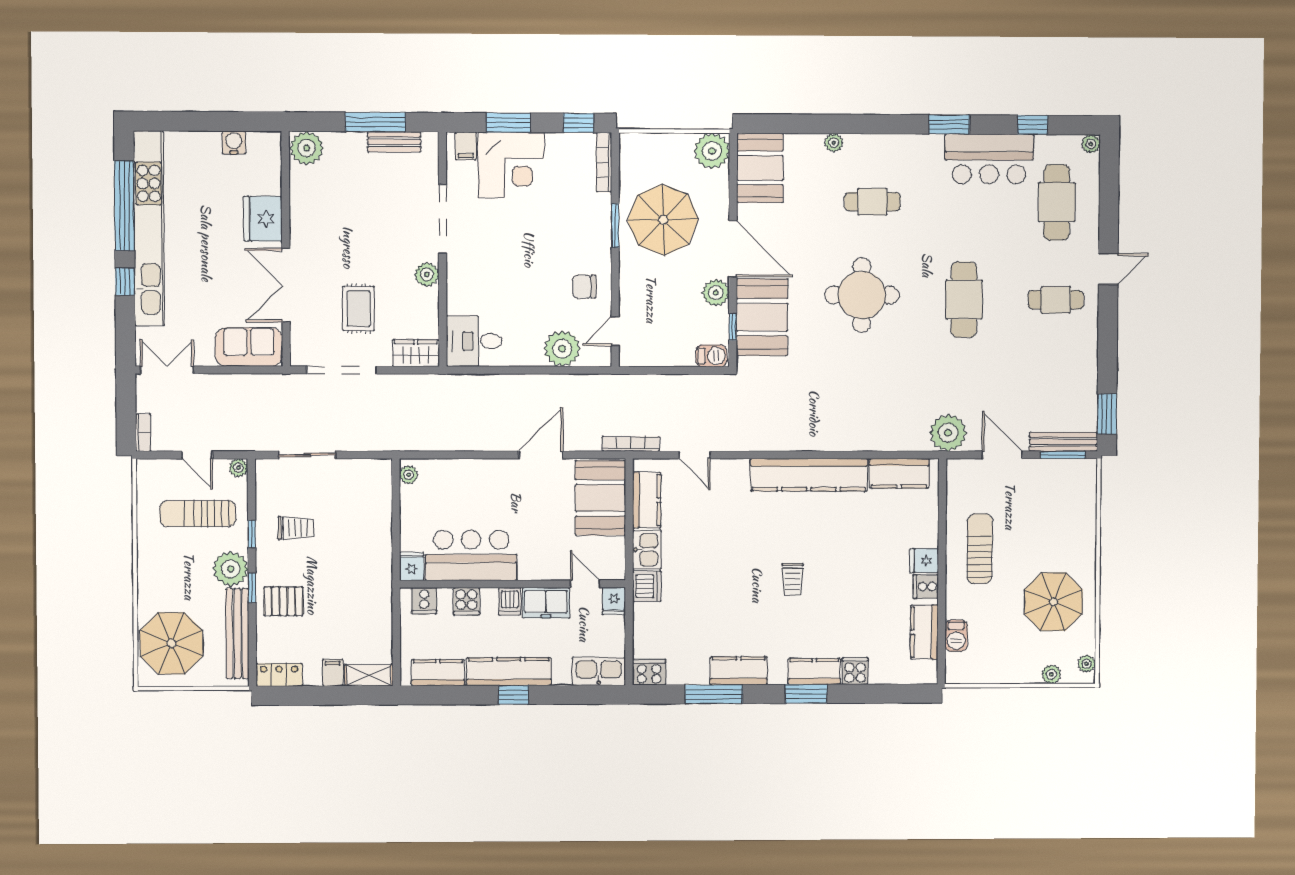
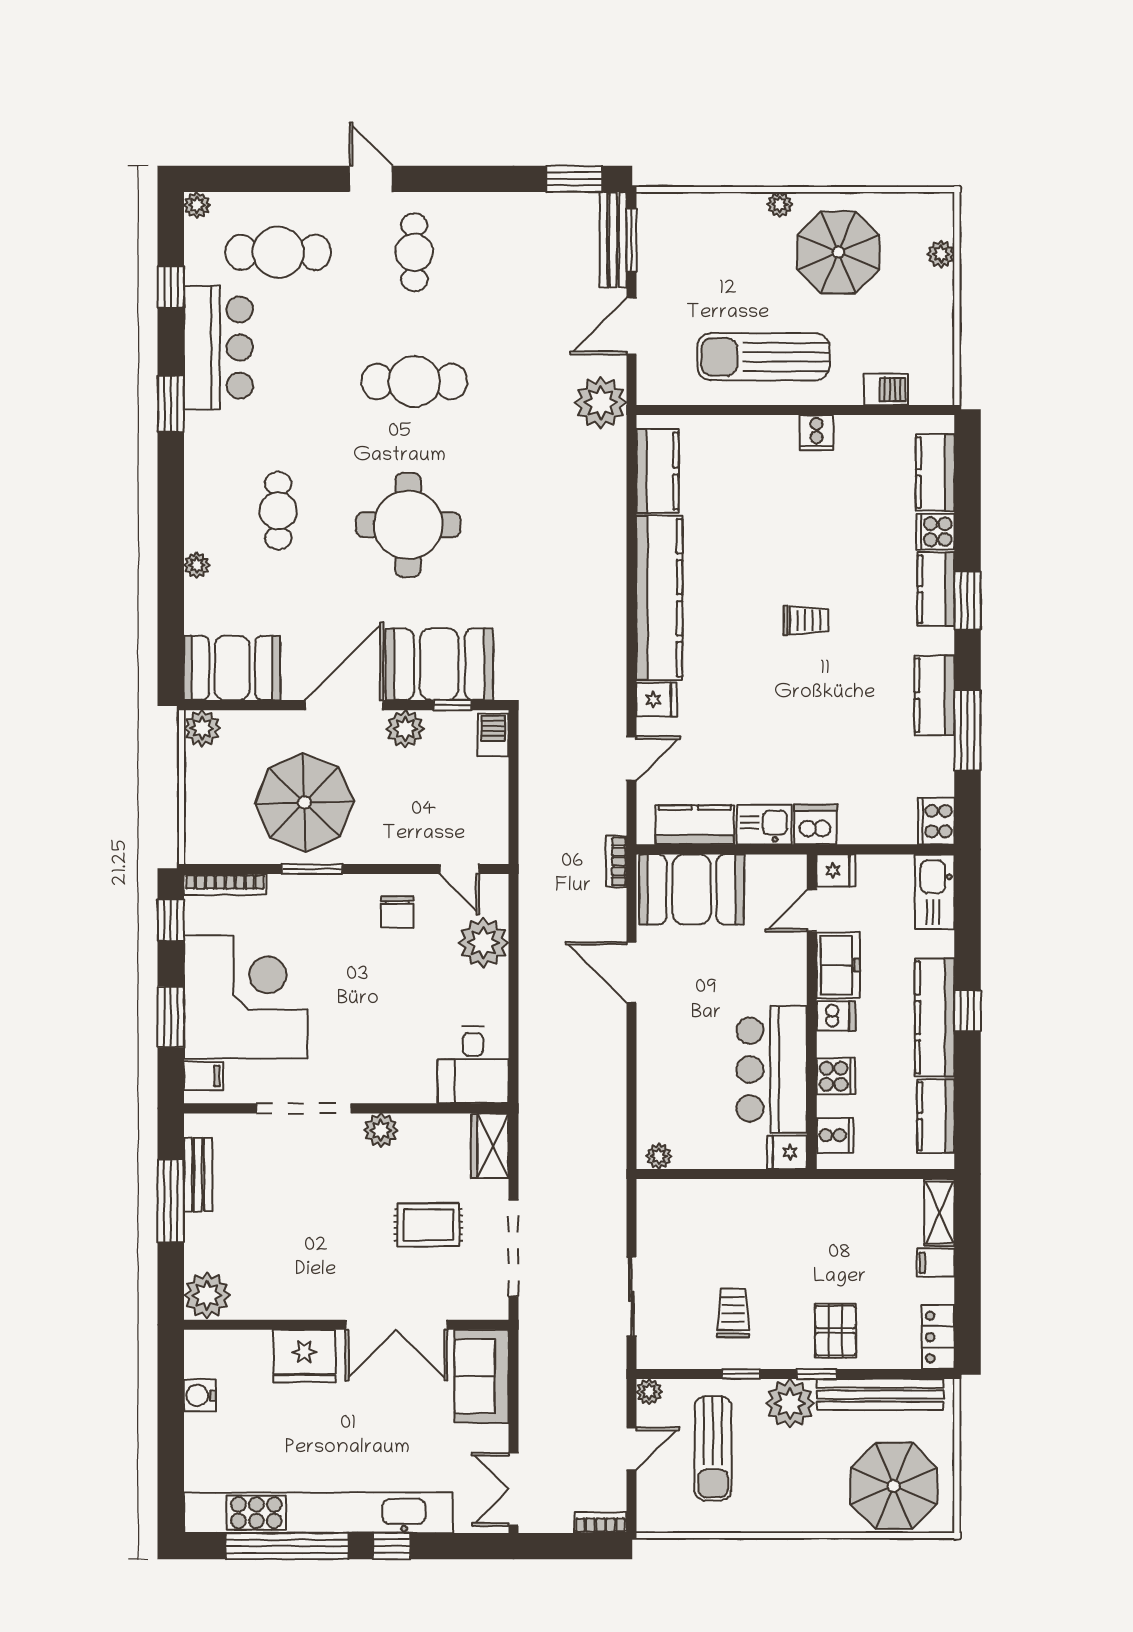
plant: (712, 151) -> (202, 728), width x0.73, depth x0.73
corner desk: (511, 165) -> (246, 997), width x1.36, depth x1.36
bookcase: (631, 444) -> (616, 862), width x0.64
sun lounger: (980, 549) -> (763, 357), width x1.36, depth x1.34
fridge: (924, 561) -> (657, 700), moved, turned -90
kitchen counter: (924, 632) -> (935, 473), moved, turned 90
plant: (1087, 664) -> (780, 204), moved

